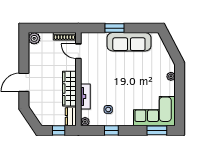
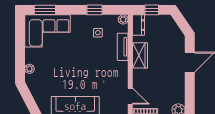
wardrobe: (69, 89) -> (140, 55), width x0.67

